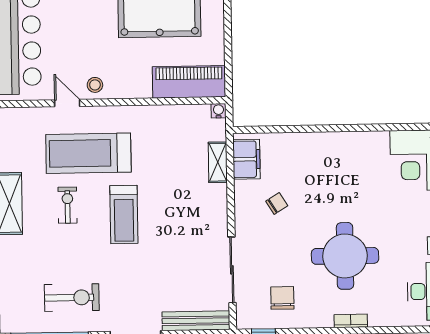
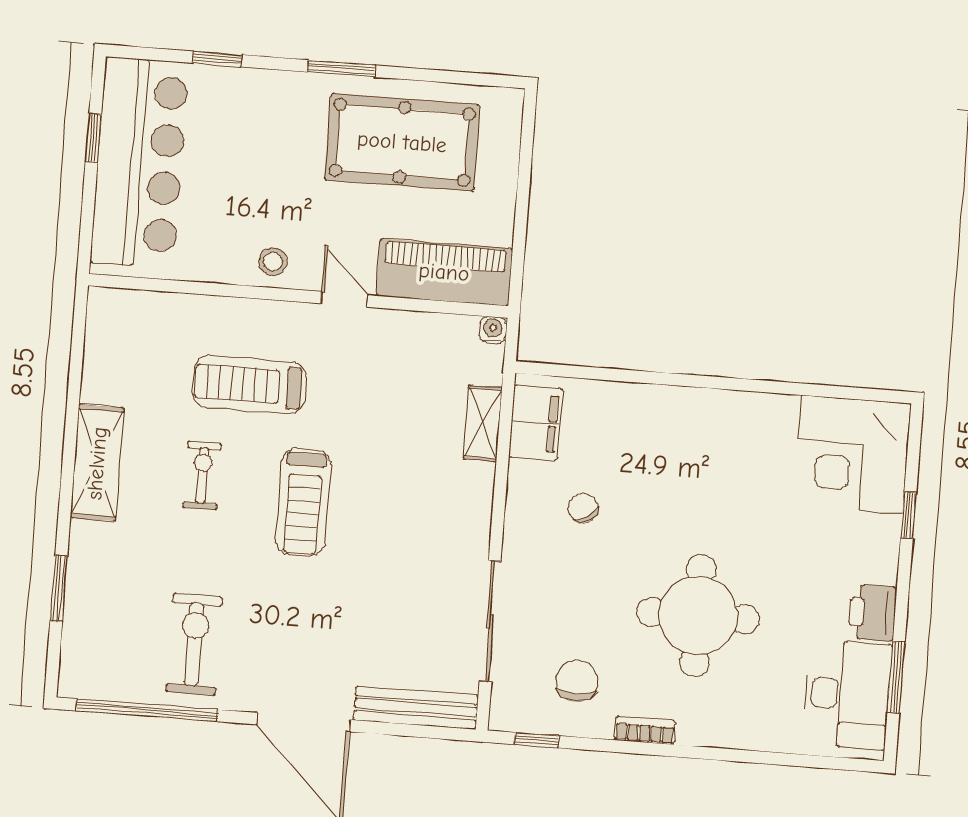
door: (67, 103) -> (344, 299), moved
treadmill: (88, 153) -> (249, 385), width x0.73, depth x0.73
chair: (277, 203) -> (583, 508), turned -90
exercise bike: (72, 298) -> (194, 644), turned -90
bookcase: (351, 321) -> (645, 731), moved

